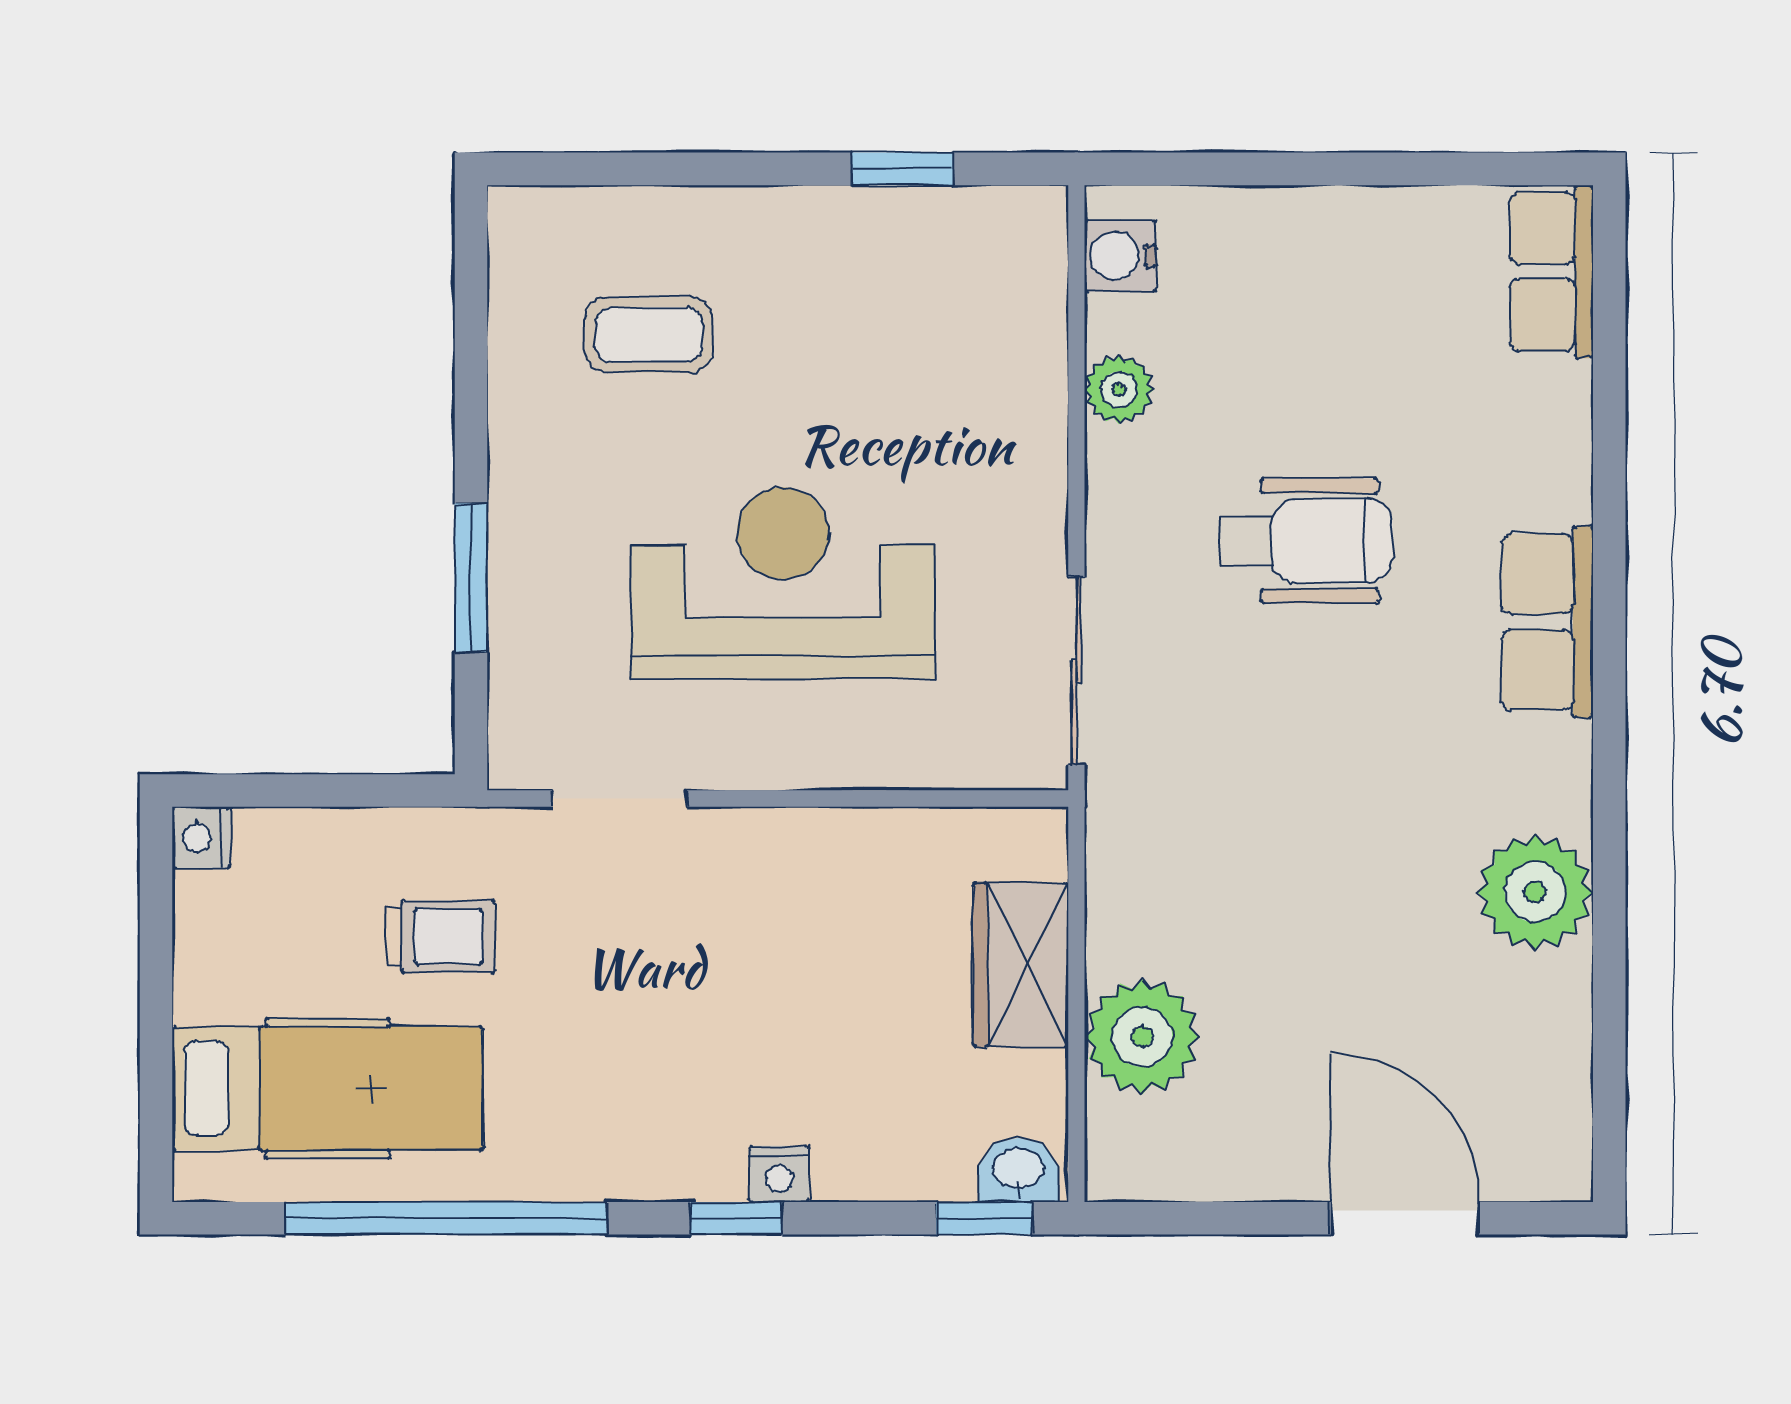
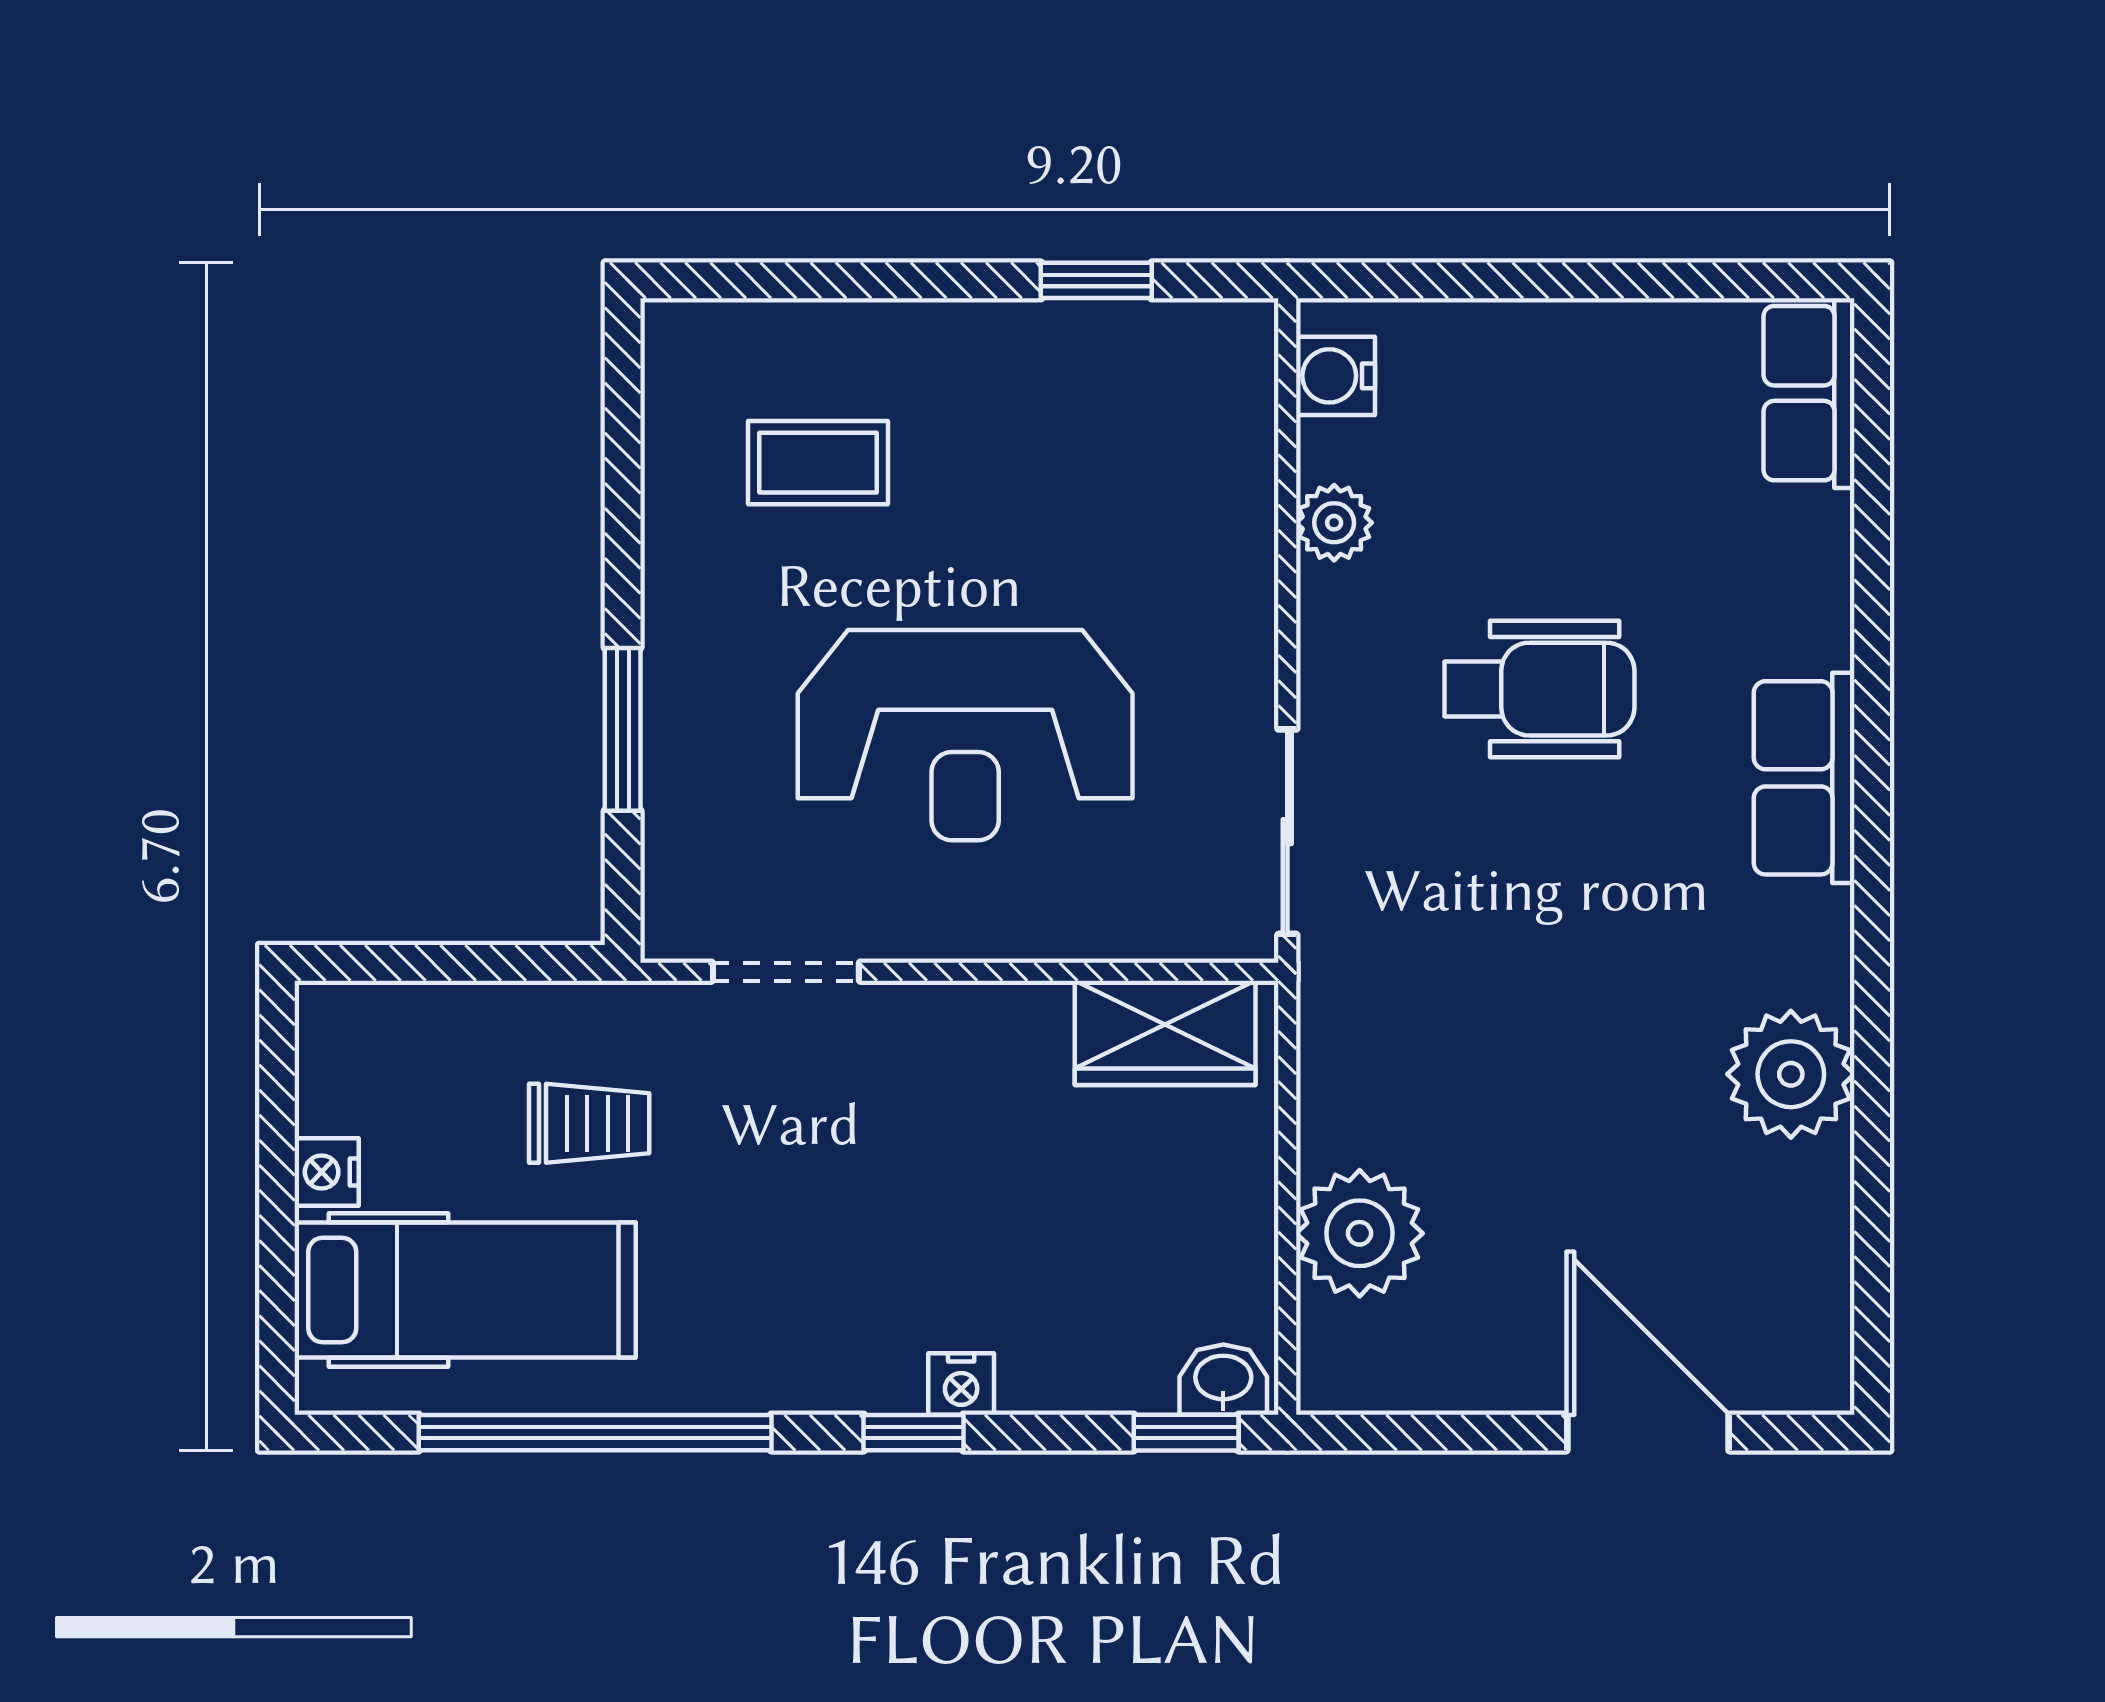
reception desk: (783, 583) -> (965, 735), turned 180
nightstand: (201, 837) -> (327, 1172), moved
wardrobe: (1021, 965) -> (1165, 1033), moved, turned -90

